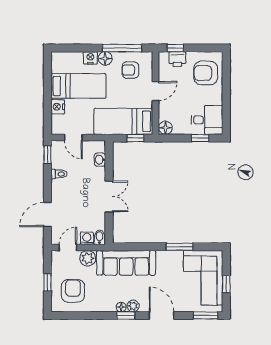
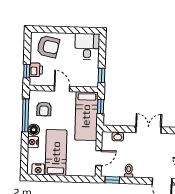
armchair: (206, 73) -> (48, 46), turned -78
nightstand: (58, 107) -> (38, 169), moved
floor lamp: (165, 128) -> (93, 81), removed
window: (200, 138) -> (101, 75), moved

